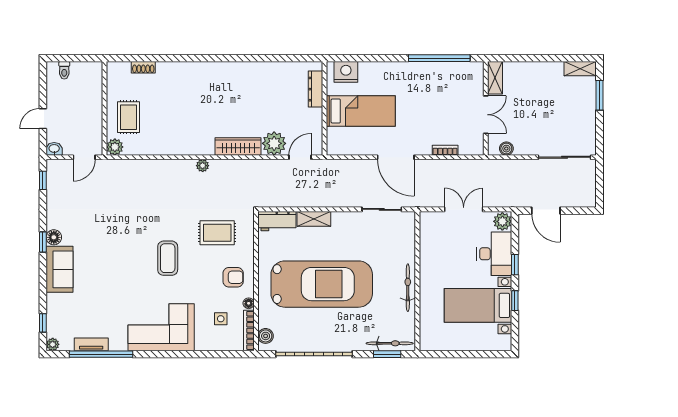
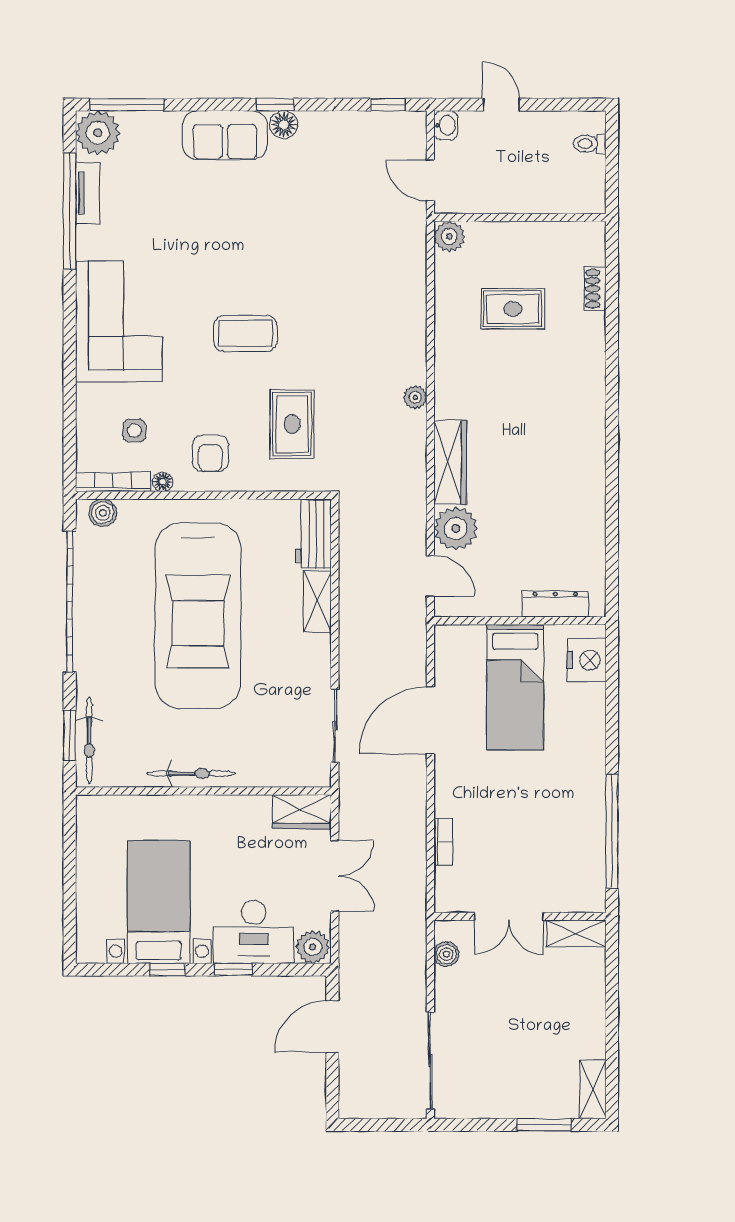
rug: (128, 117) -> (513, 309), moved
door: (396, 157) -> (430, 720), moved
wardrobe: (429, 227) -> (302, 812), added
window: (43, 323) -> (127, 105), width x2.17
plant: (53, 344) -> (98, 133), width x1.88, depth x1.88

